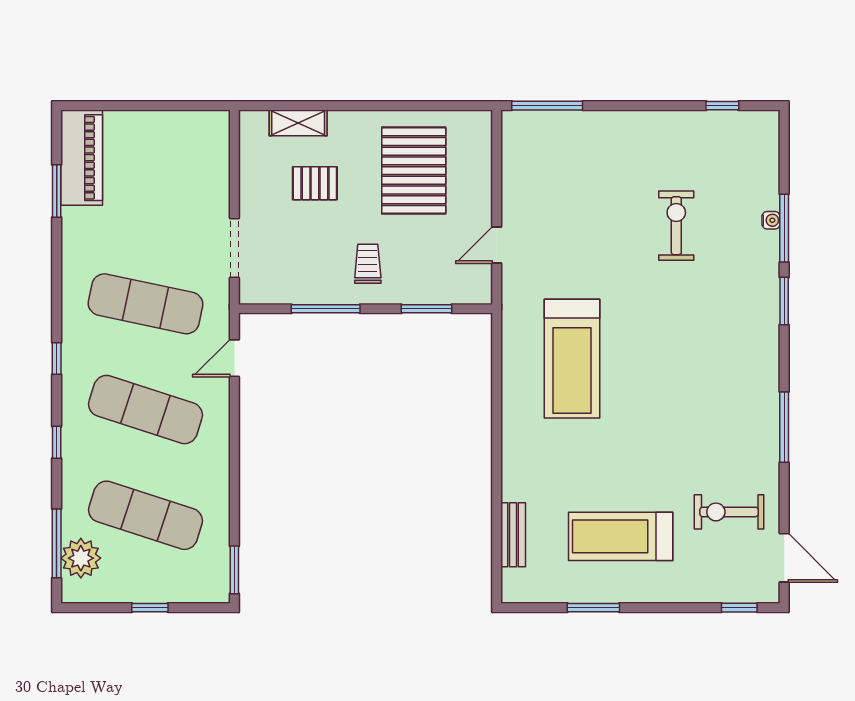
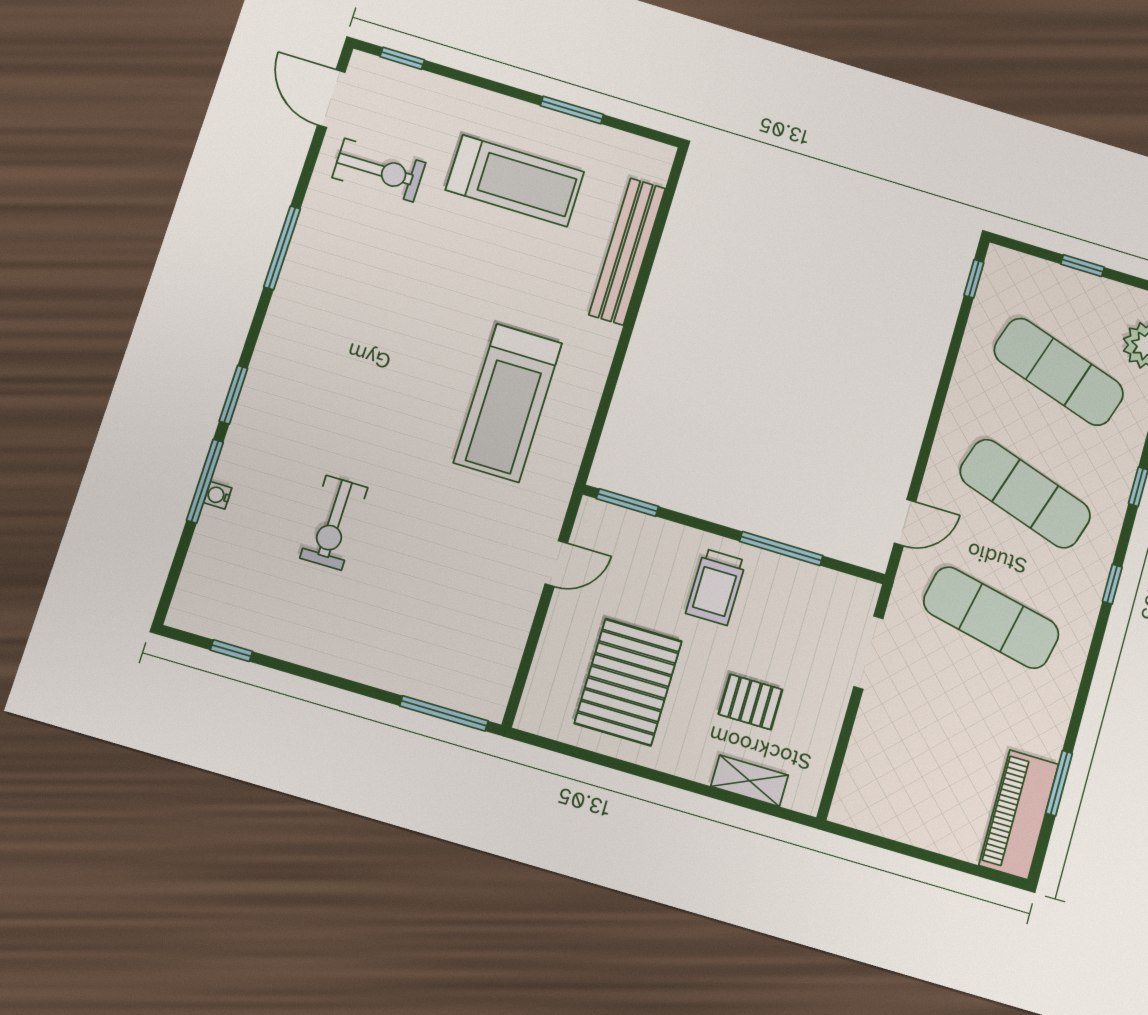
trolley: (368, 264) -> (716, 587), width x1.36, depth x1.39
window: (427, 309) -> (627, 503), moved
treadmill: (572, 359) -> (508, 403), turned 180
bench: (513, 535) -> (627, 251), width x1.86, depth x1.21
window: (234, 570) -> (974, 279), width x0.67

